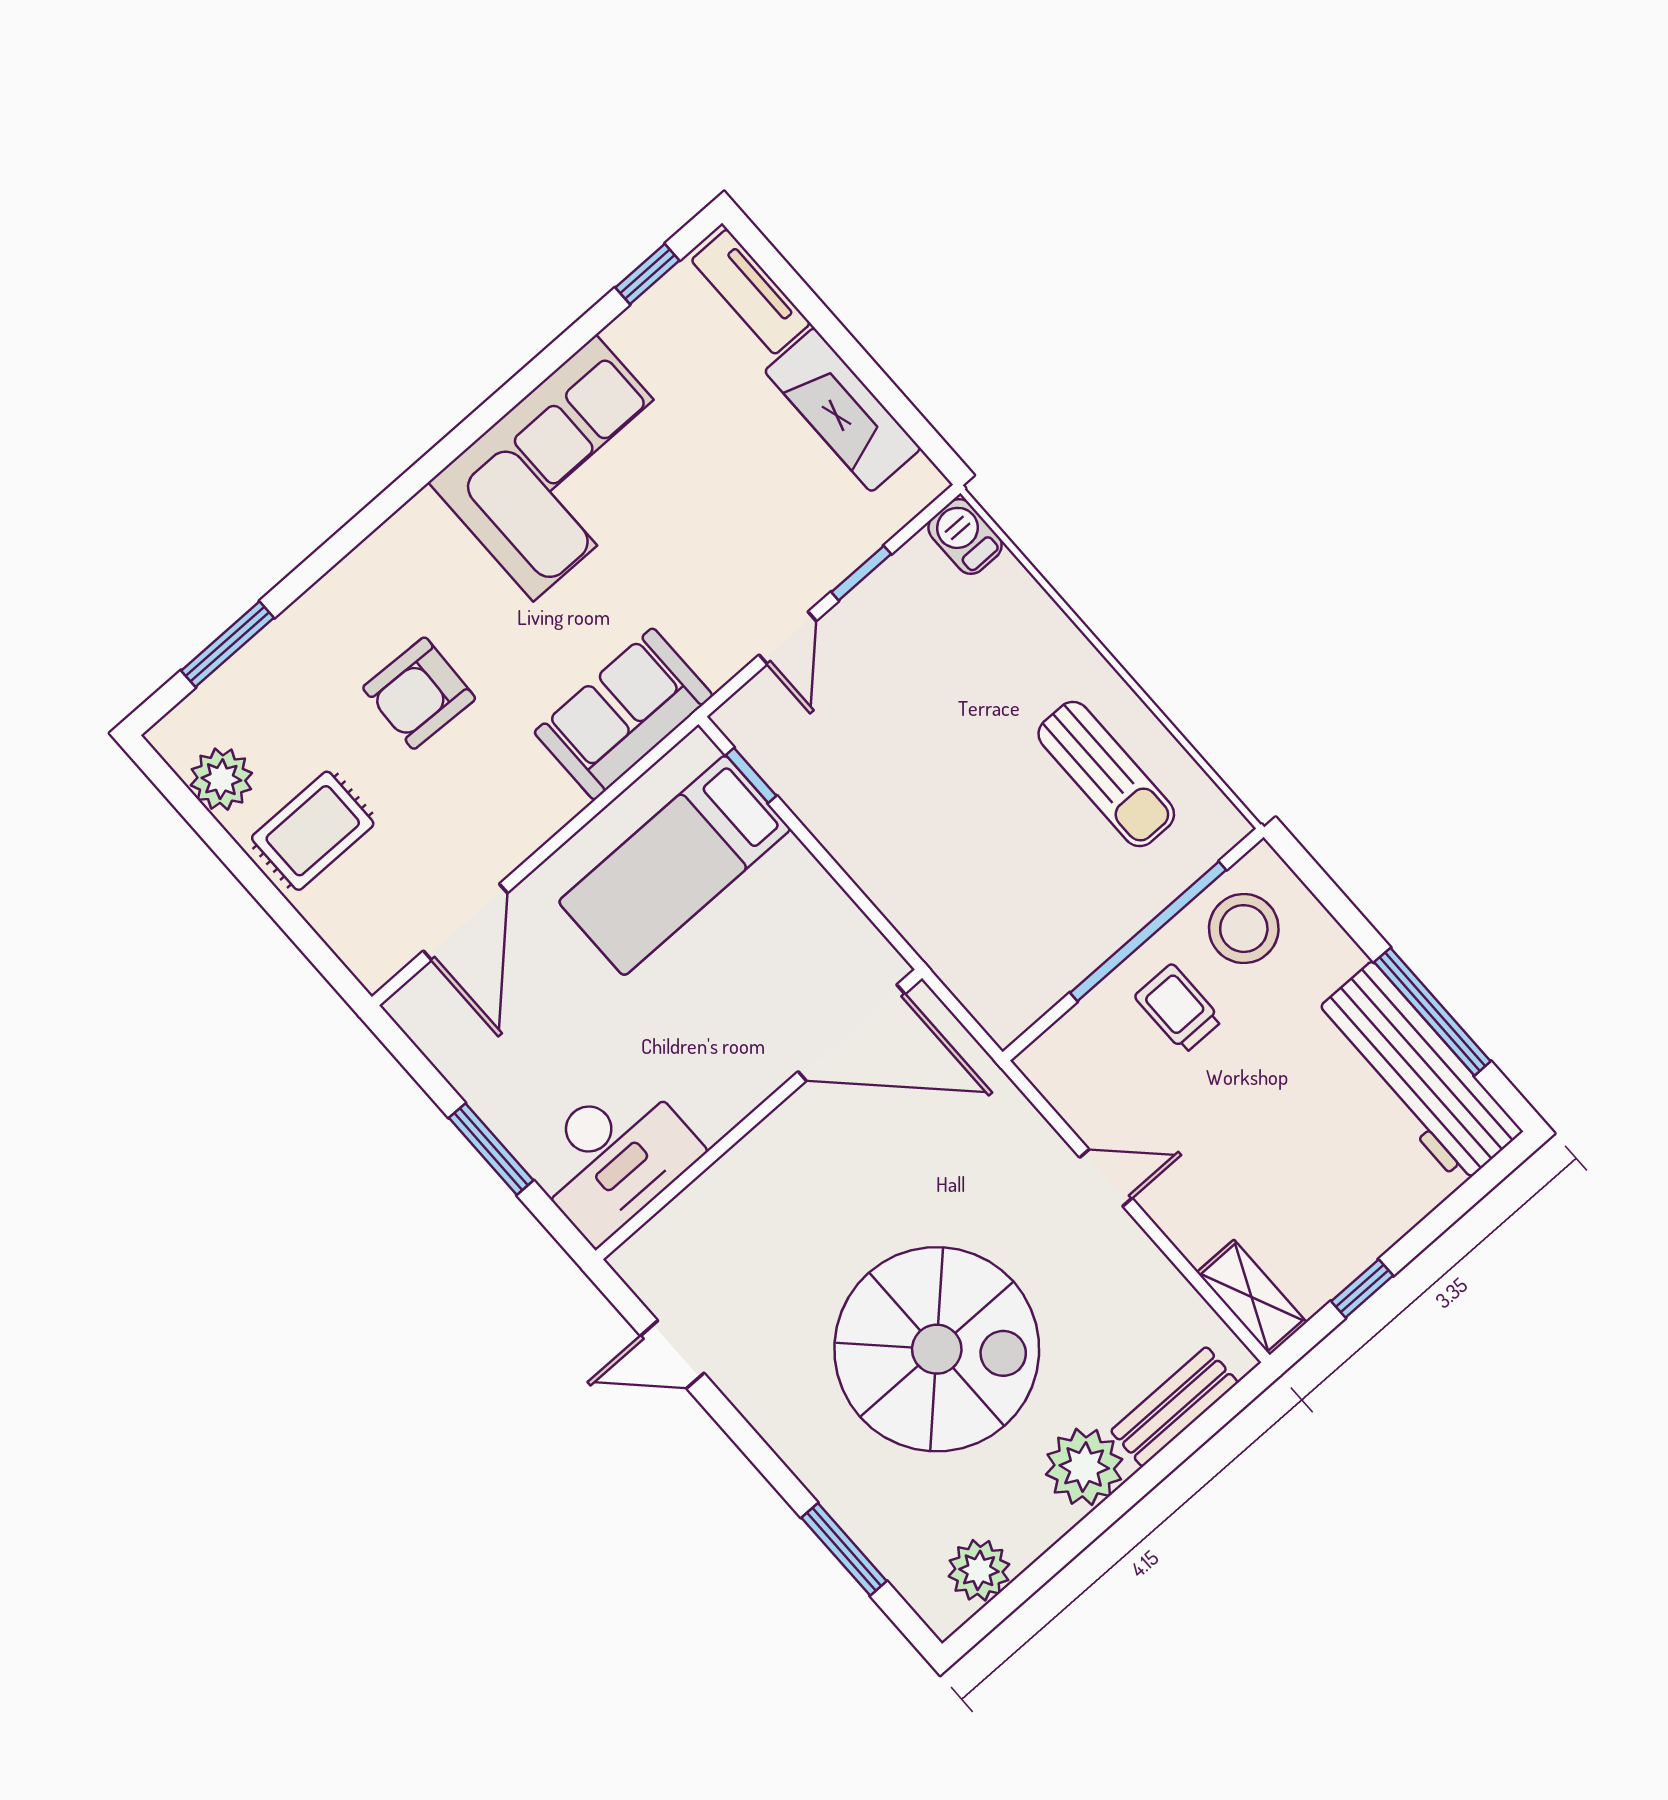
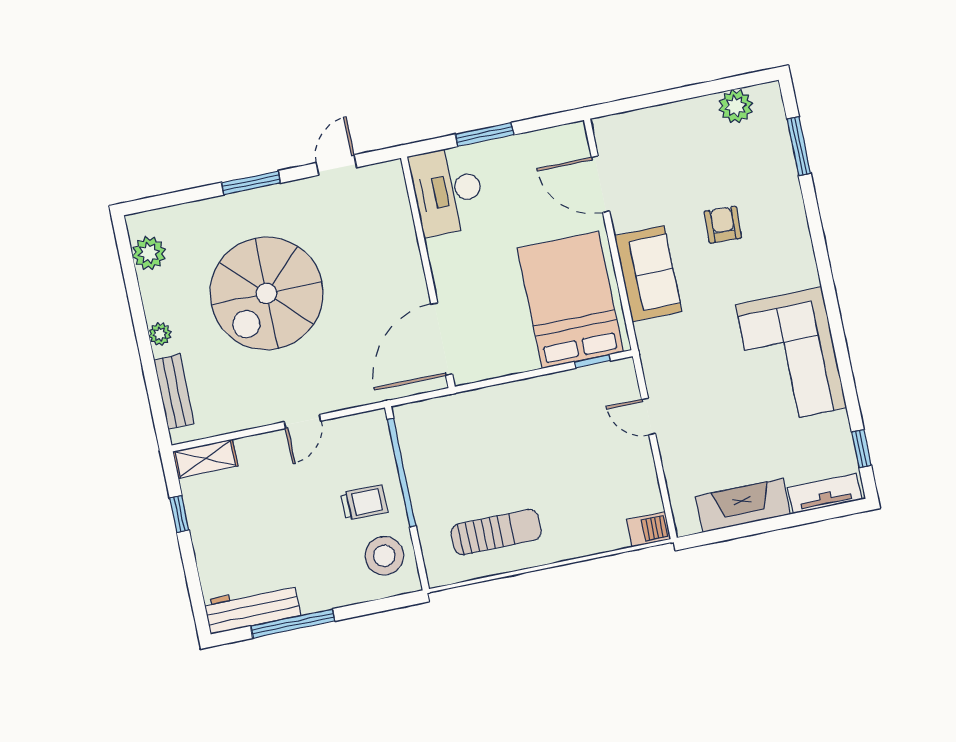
window: (861, 573) -> (660, 470), removed
armchair: (419, 693) -> (723, 225), width x0.72, depth x0.72
sofa: (623, 714) -> (648, 274), moved
sun lounger: (1106, 774) -> (496, 532), turned 180
rug: (313, 831) -> (686, 136), removed
bed: (675, 865) -> (570, 300), width x1.50
window: (1148, 931) -> (402, 473), moved
workbench: (1417, 1073) -> (252, 608), width x0.73, depth x0.76
plant: (1084, 1467) -> (160, 334), width x0.53, depth x0.53
window: (844, 1549) -> (251, 183), moved

